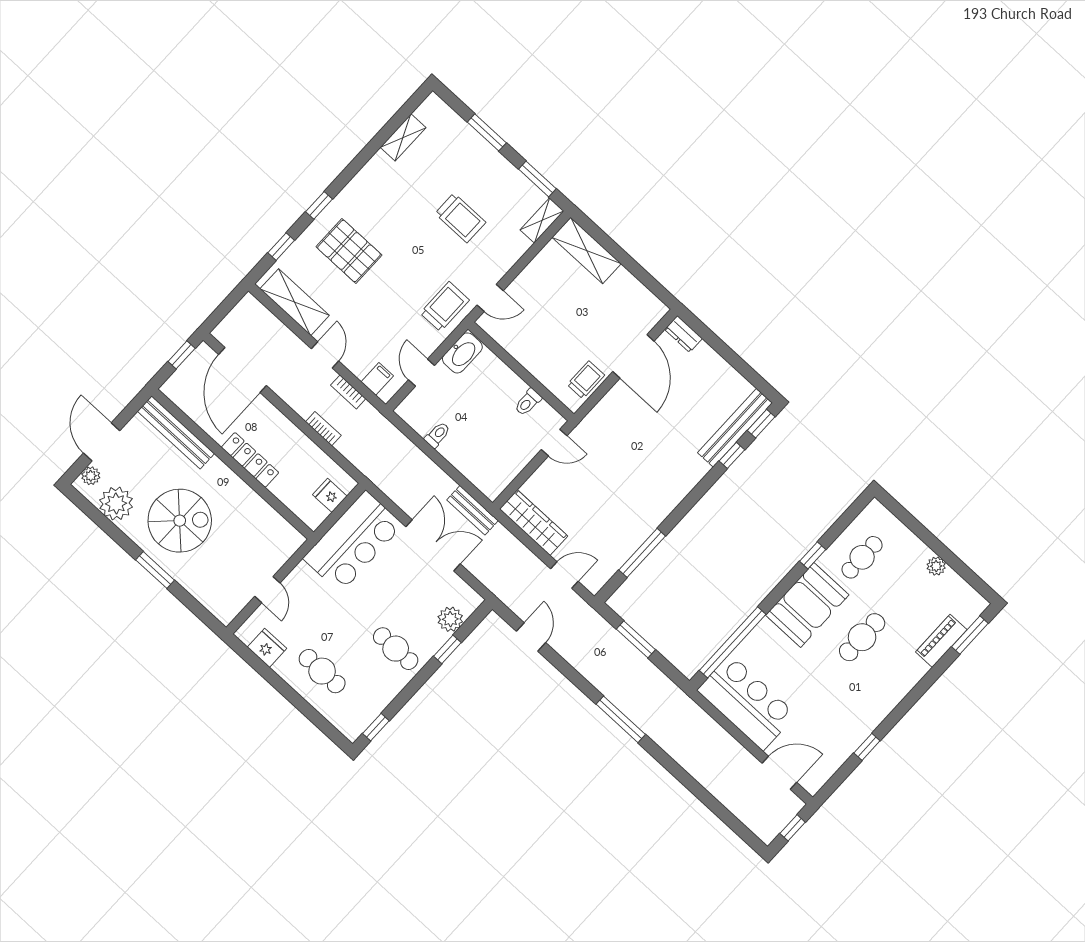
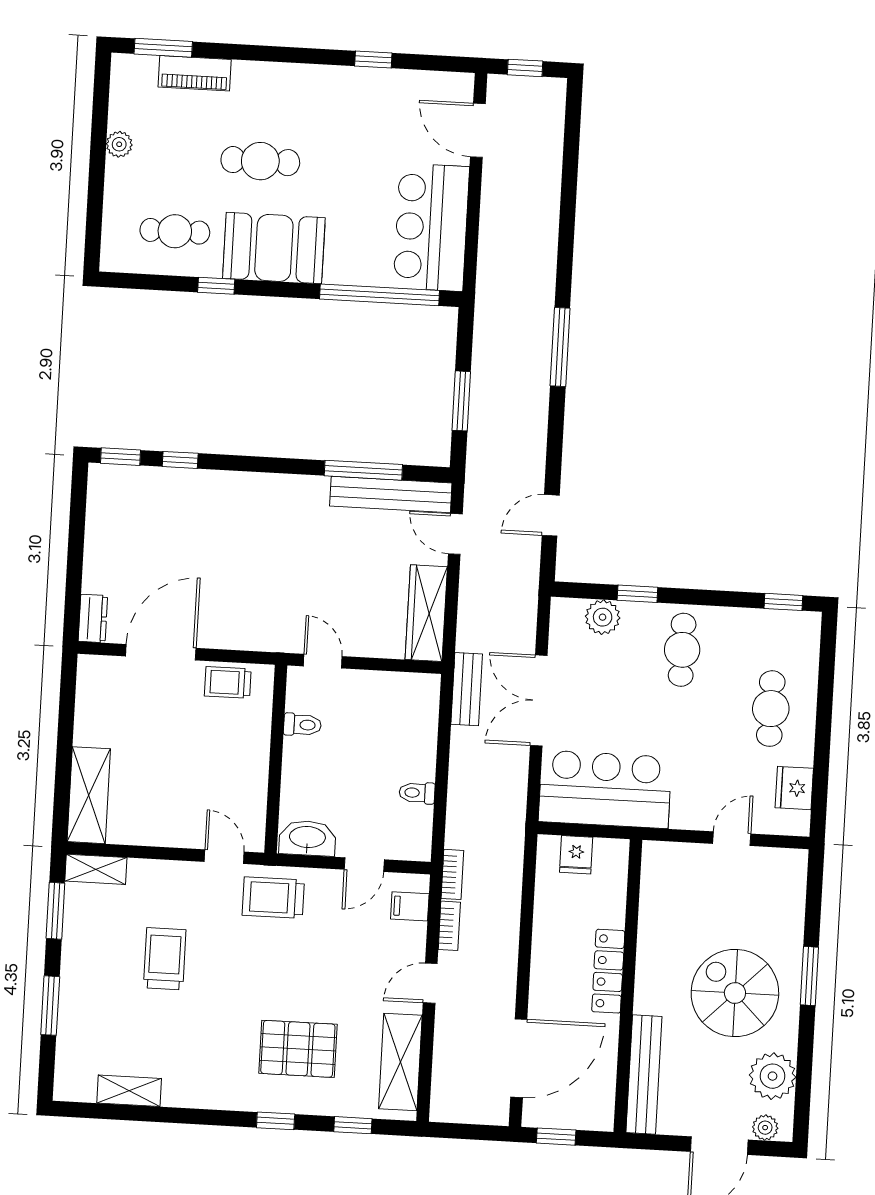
pallet: (349, 251) -> (298, 1049), turned 90
bench: (735, 428) -> (391, 495), moved
bookcase: (323, 429) -> (452, 874), moved, turned 180

